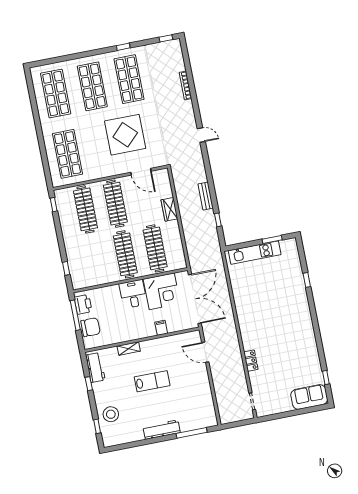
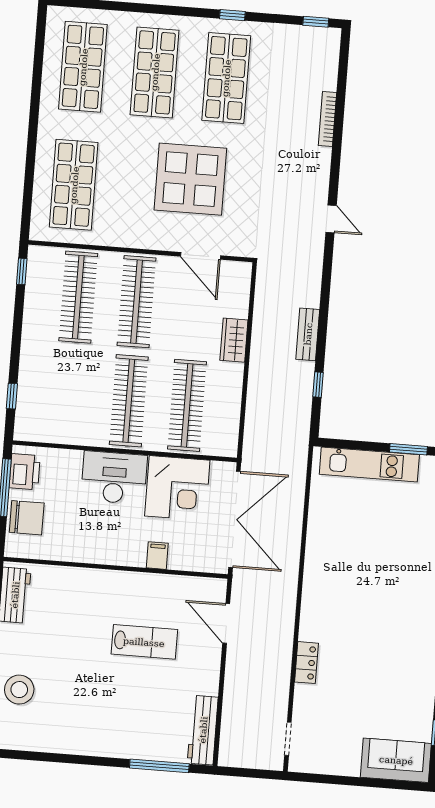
desk: (133, 294) -> (114, 478), width x1.37
shelving: (129, 349) -> (86, 577), removed
lab bench: (152, 381) -> (144, 642), moved
workbench: (162, 430) -> (203, 730), moved, turned -90

